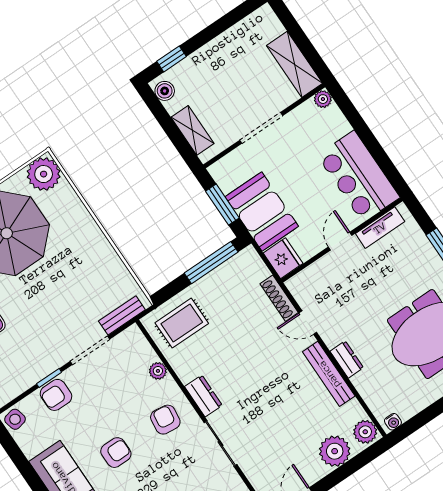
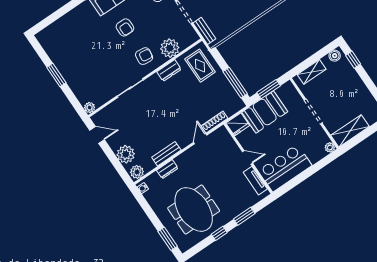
dresser: (347, 359) -> (167, 169), moved
plant: (158, 371) -> (170, 48), width x1.88, depth x1.88
bench: (329, 374) -> (166, 154), width x0.73
dresser: (203, 396) -> (169, 71), moved

